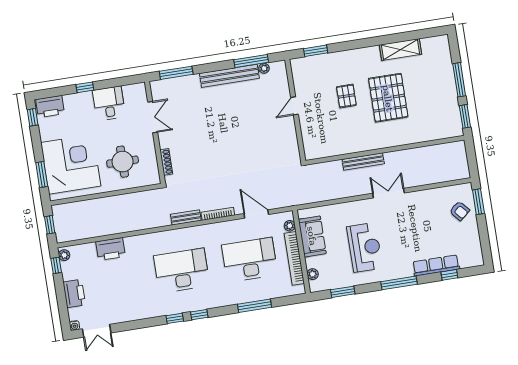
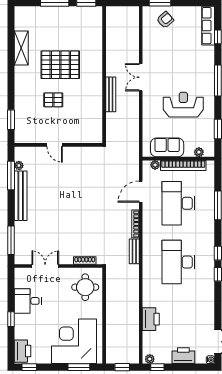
round table: (123, 162) -> (85, 287), moved
row of seats: (436, 265) -> (208, 26), moved

